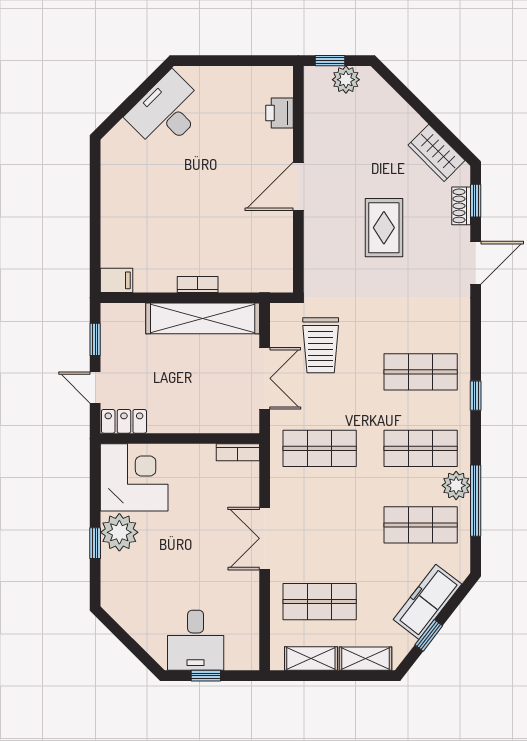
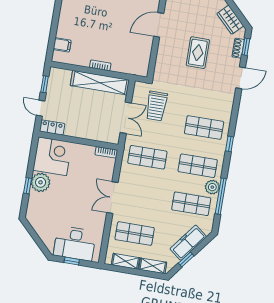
filing cabinet: (117, 280) -> (62, 45), moved
desk: (196, 640) -> (75, 243), width x1.37

